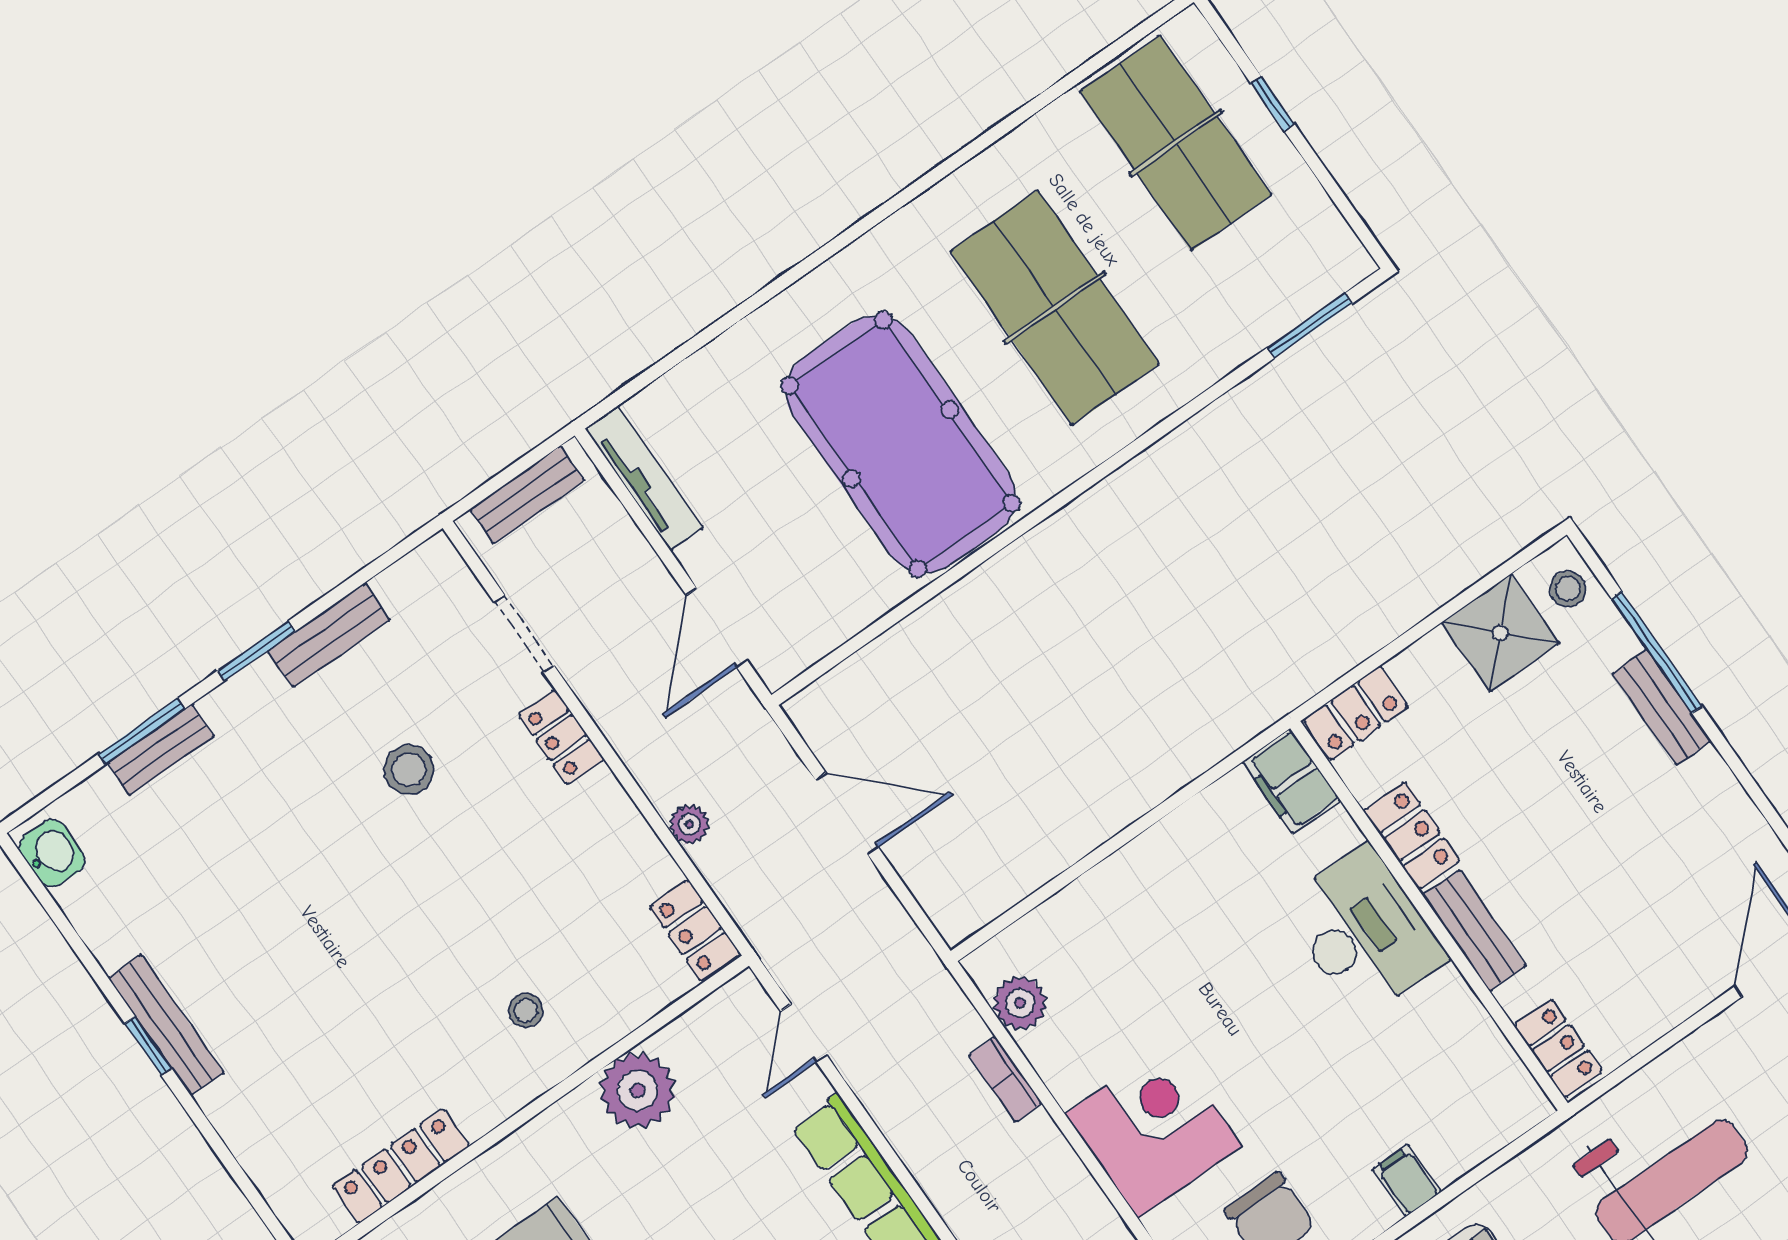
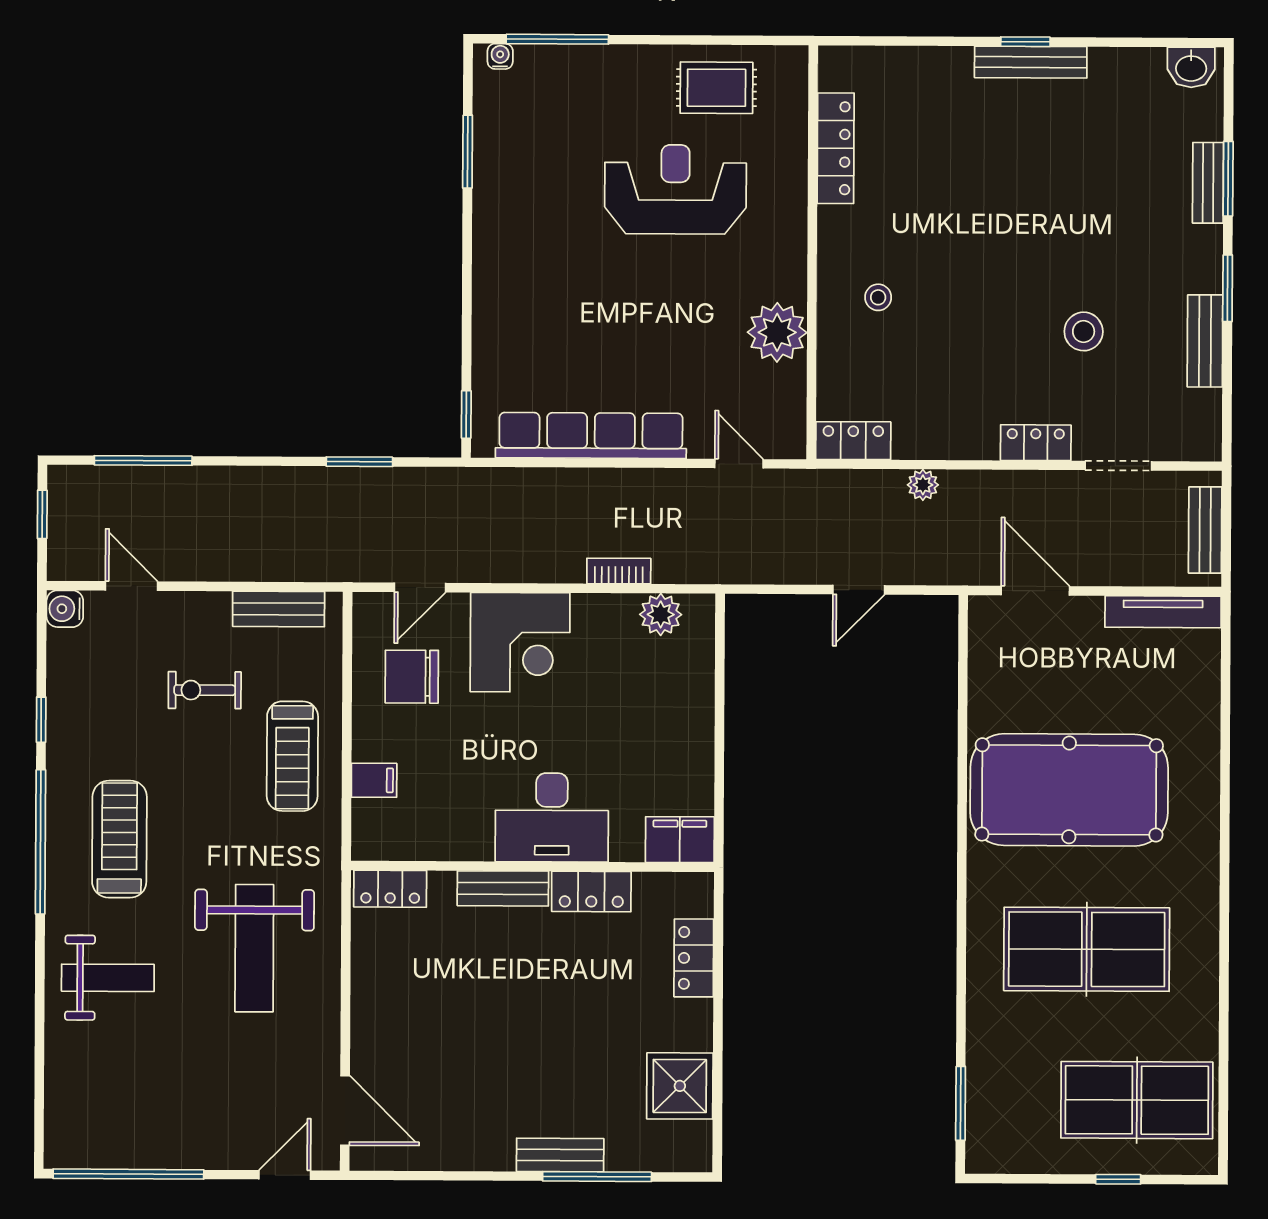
stool: (1568, 589) -> (677, 1149), removed
filing cabinet: (1291, 781) -> (680, 840), moved
door: (847, 814) -> (859, 590), width x0.73
locker: (1412, 835) -> (591, 892), moved
wall: (1429, 916) -> (532, 866), moved
bench: (1474, 930) -> (503, 888), moved
desk: (1363, 932) -> (552, 817), moved
locker: (1558, 1048) -> (390, 889), moved

